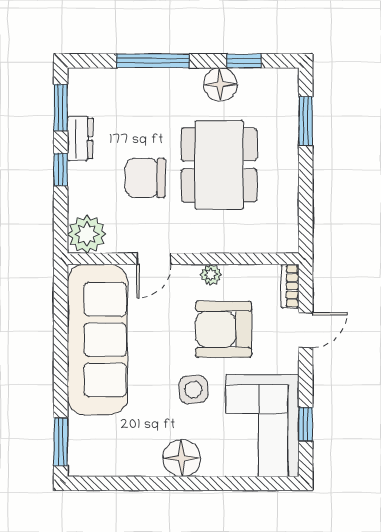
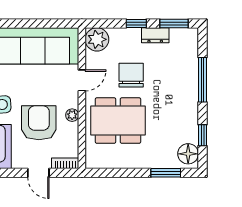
floor lamp: (220, 84) -> (188, 154), moved
dining table: (219, 165) -> (118, 121), moved
door: (154, 259) -> (82, 80), swing flipped

